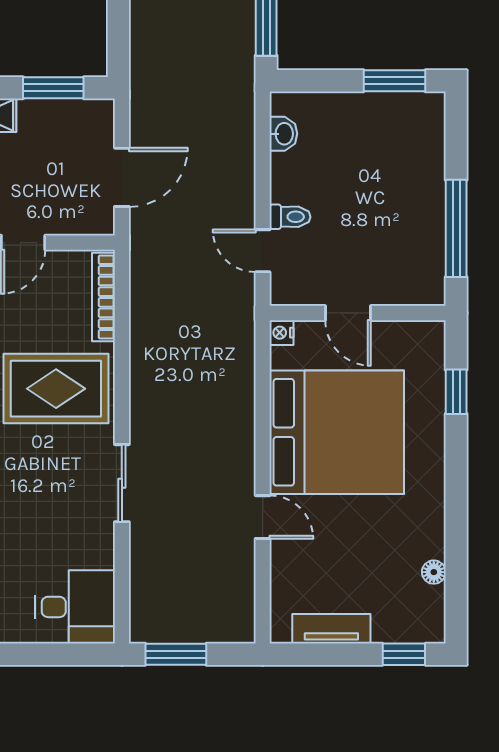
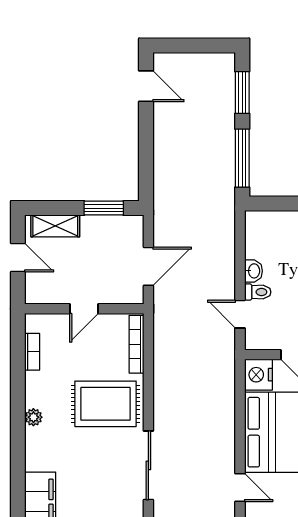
washbasin: (283, 134) -> (253, 271), moved
nightstand: (282, 333) -> (258, 375), width x1.89, depth x1.79
sliding door: (122, 483) -> (148, 465), width x1.37

